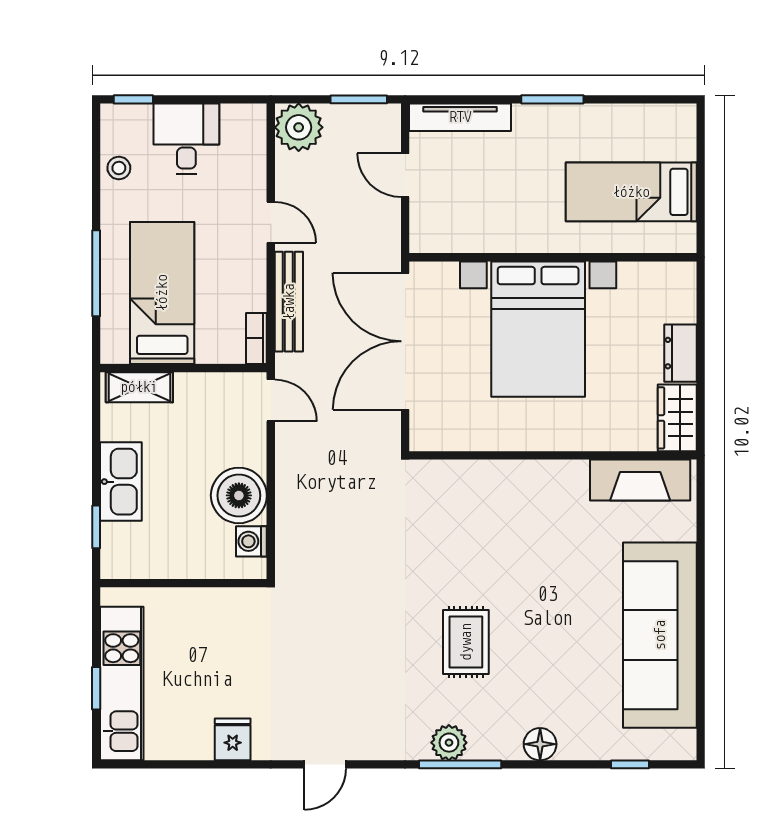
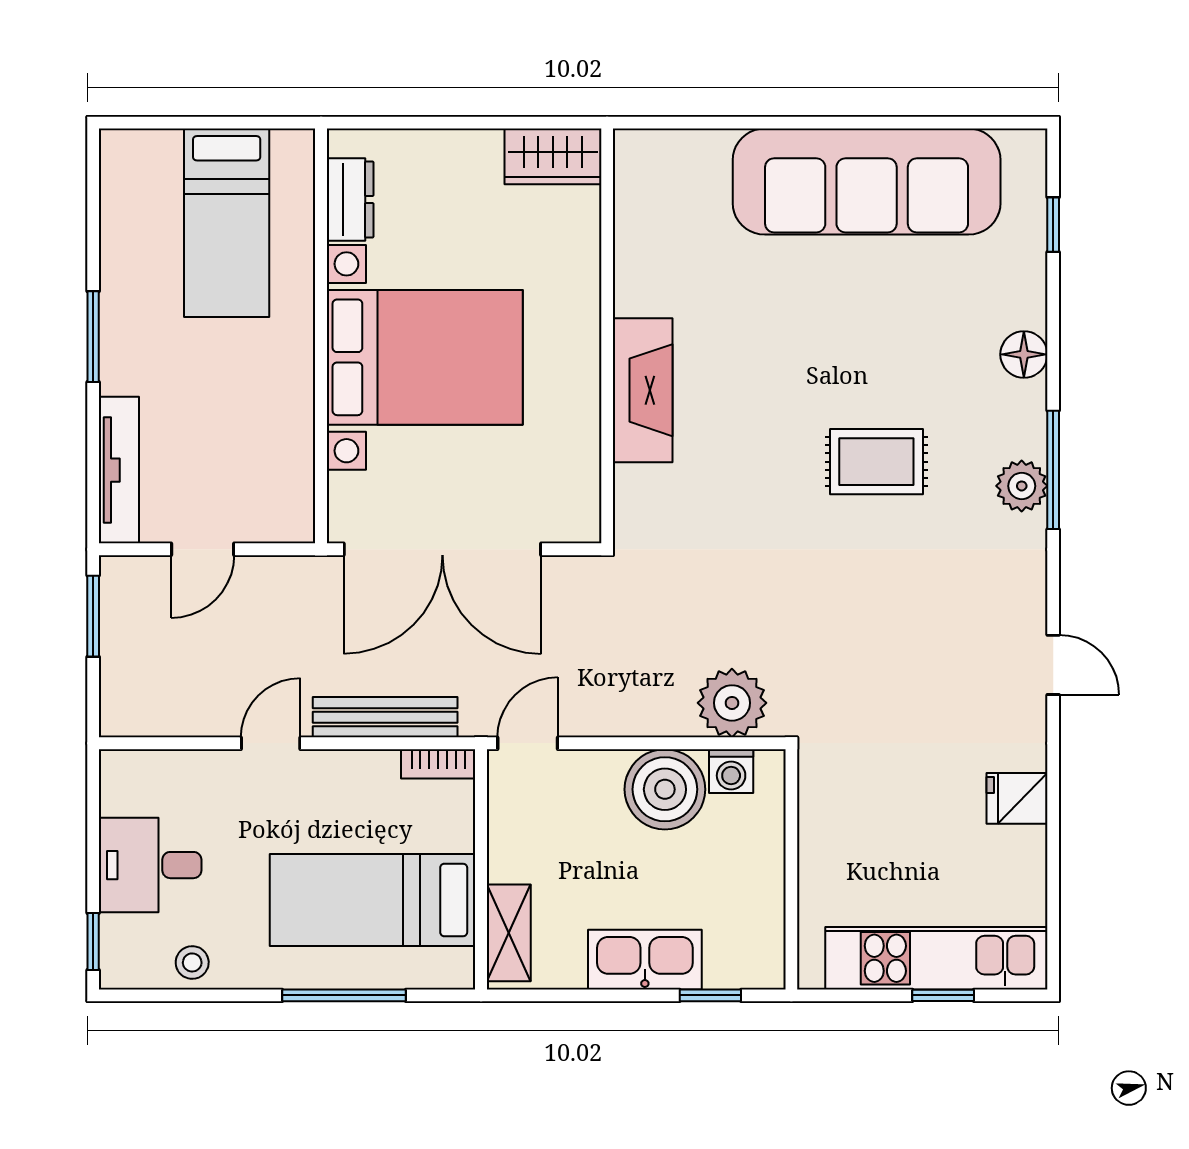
plant: (299, 127) -> (732, 703), moved
dresser: (680, 353) -> (350, 199), moved, turned -90
fireplace: (640, 480) -> (643, 390), moved

